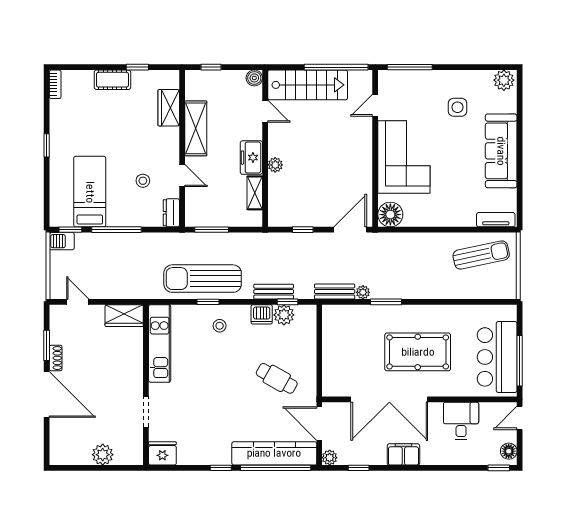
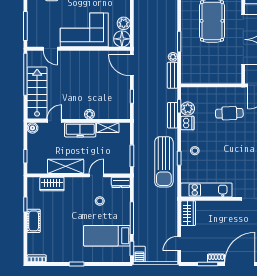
freezer: (251, 158) -> (80, 130), width x1.40
plant: (414, 217) -> (124, 23), added
cafe table: (277, 378) -> (229, 113), turned 59

